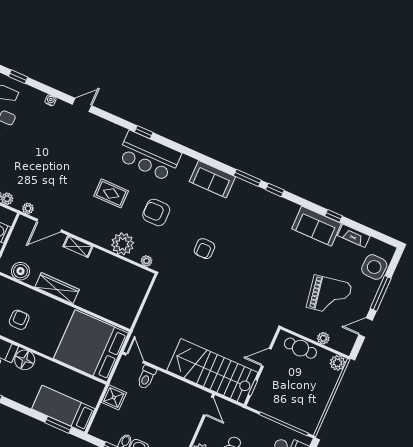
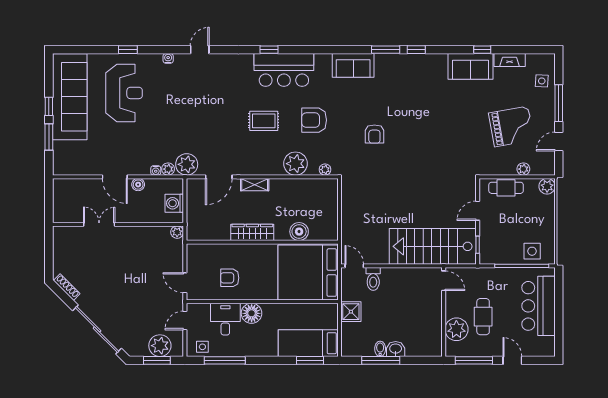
plant: (28, 208) -> (187, 164), width x1.88, depth x1.88
side table: (374, 267) -> (542, 81), width x0.54, depth x0.54
boiler: (20, 271) -> (299, 232), moved
armchair: (19, 320) -> (230, 278), turned -90
side table: (299, 415) -> (532, 251), added

